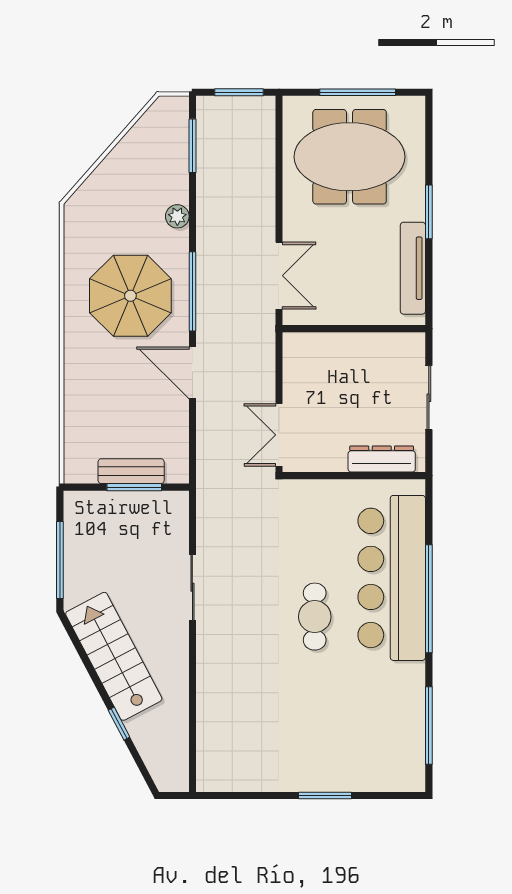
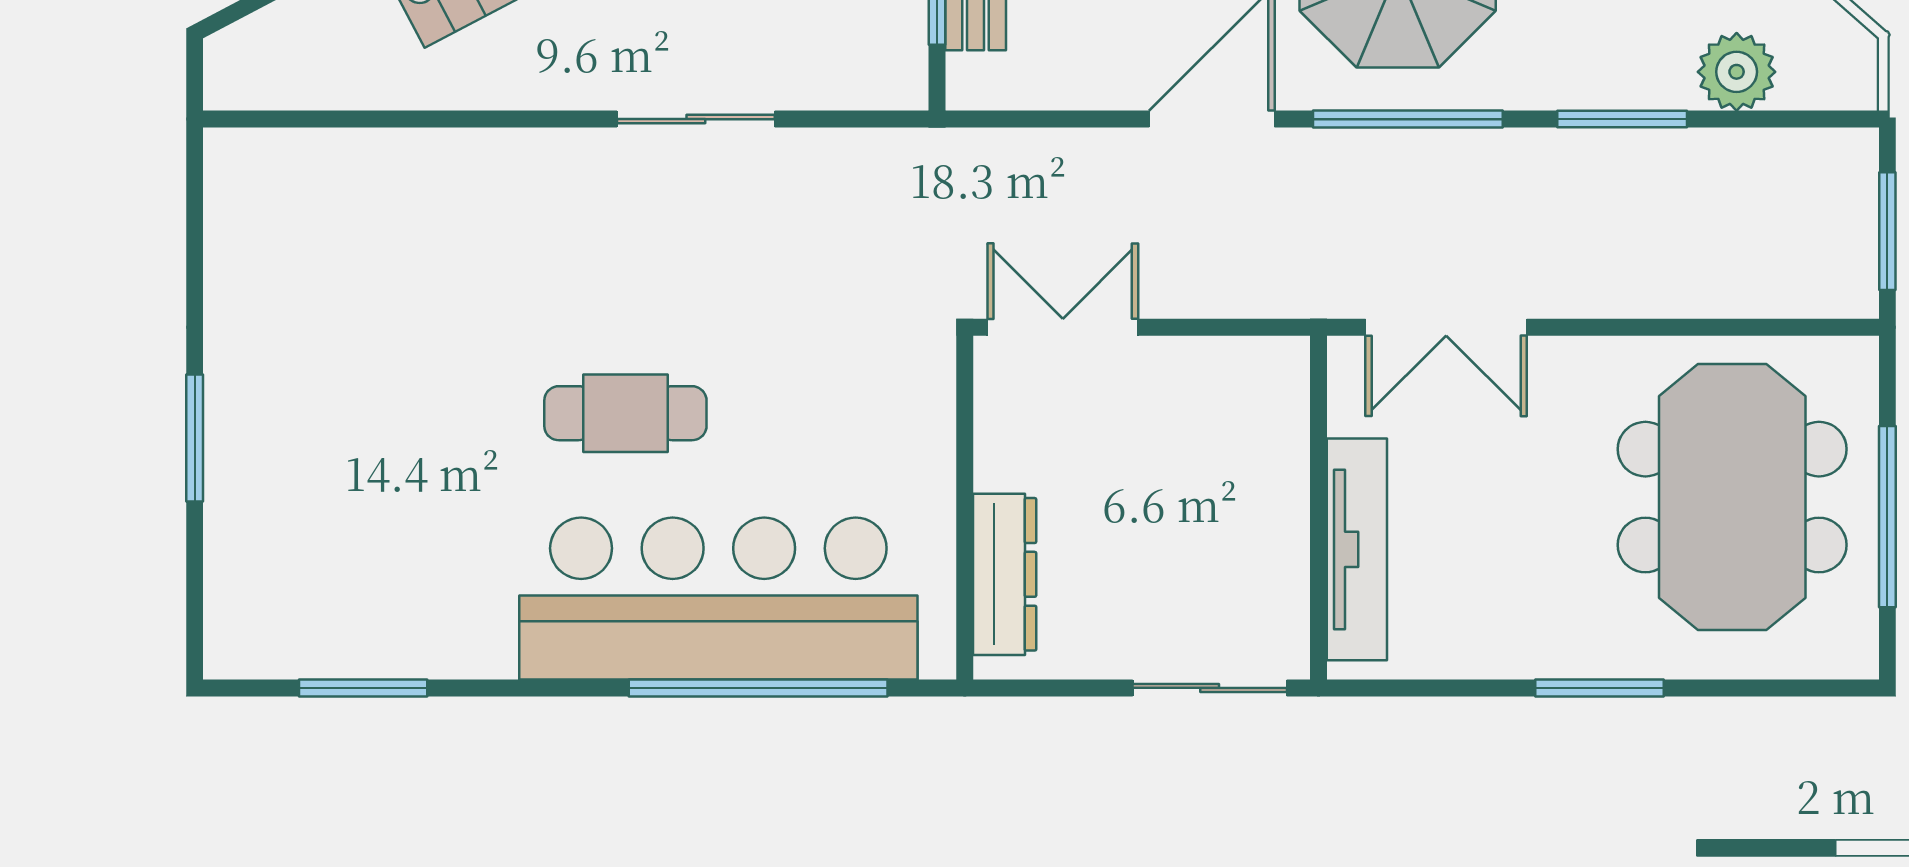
window: (192, 146) -> (1622, 119), moved
plant: (177, 216) -> (1737, 72), moved, width x1.38, depth x1.38
tv unit: (413, 268) -> (1357, 549), moved, turned 90
sliding door: (429, 398) -> (1210, 688), moved
window: (429, 599) -> (758, 688), moved
window: (429, 726) -> (363, 688), width x0.69

